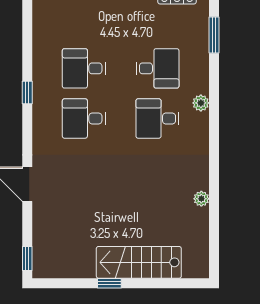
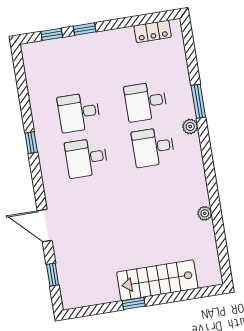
window: (214, 35) -> (198, 101), moved
desk: (157, 68) -> (146, 101), turned 180
window: (27, 259) -> (53, 275), moved

